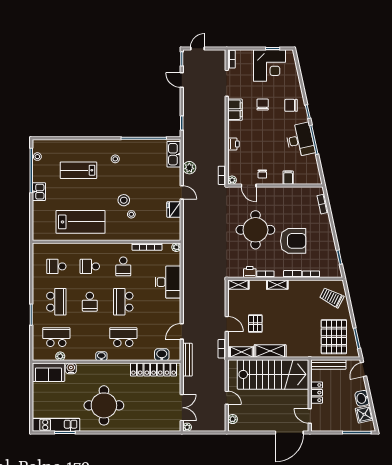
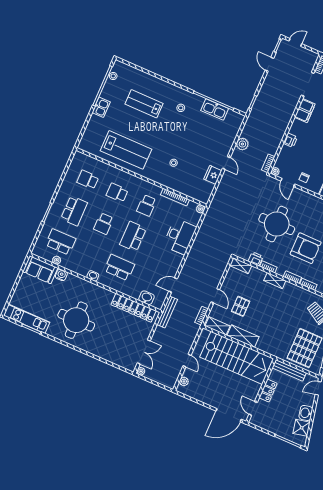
kitchen sink: (174, 154) -> (215, 109), moved, turned -90
stool: (124, 200) -> (172, 147), removed

